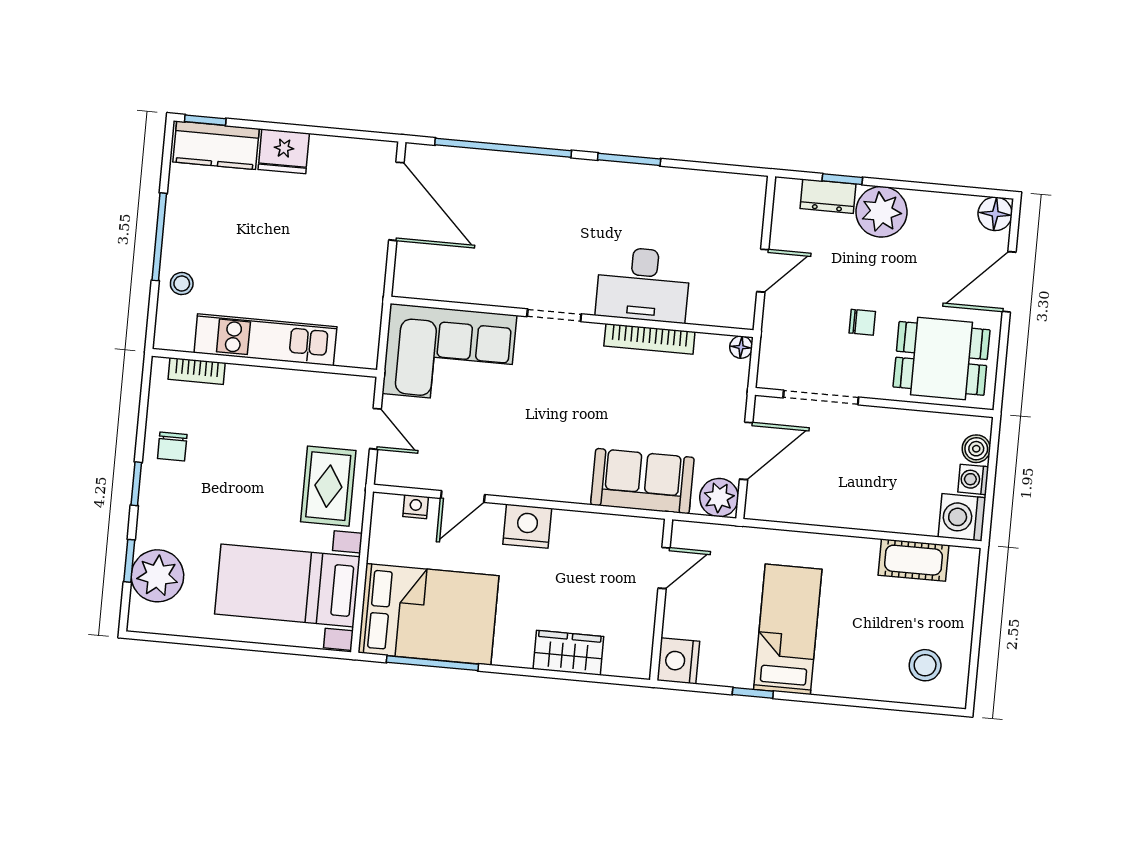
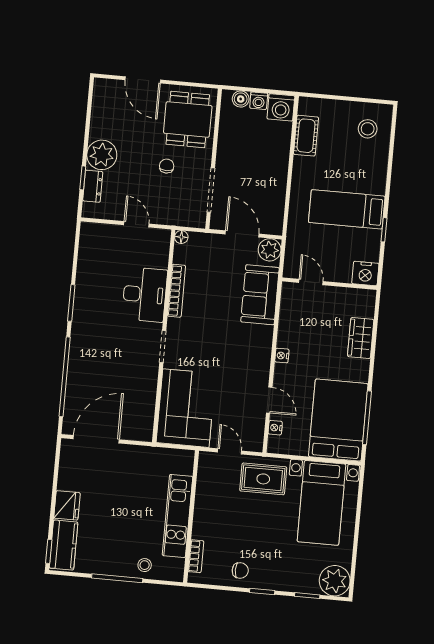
floor lamp: (995, 214) -> (103, 88), removed
door: (375, 429) -> (230, 451), hinge flipped
nightstand: (527, 526) -> (282, 356), width x0.53, depth x0.56
plant: (157, 576) -> (335, 581), moved

